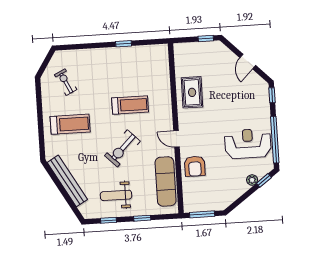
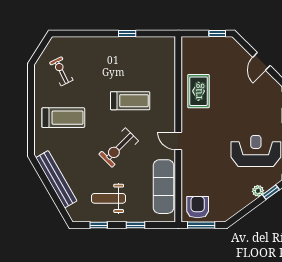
armchair: (195, 166) -> (198, 207), moved, turned 180

